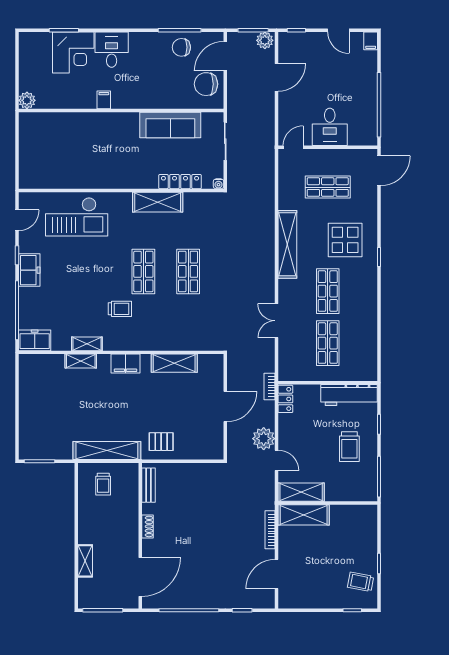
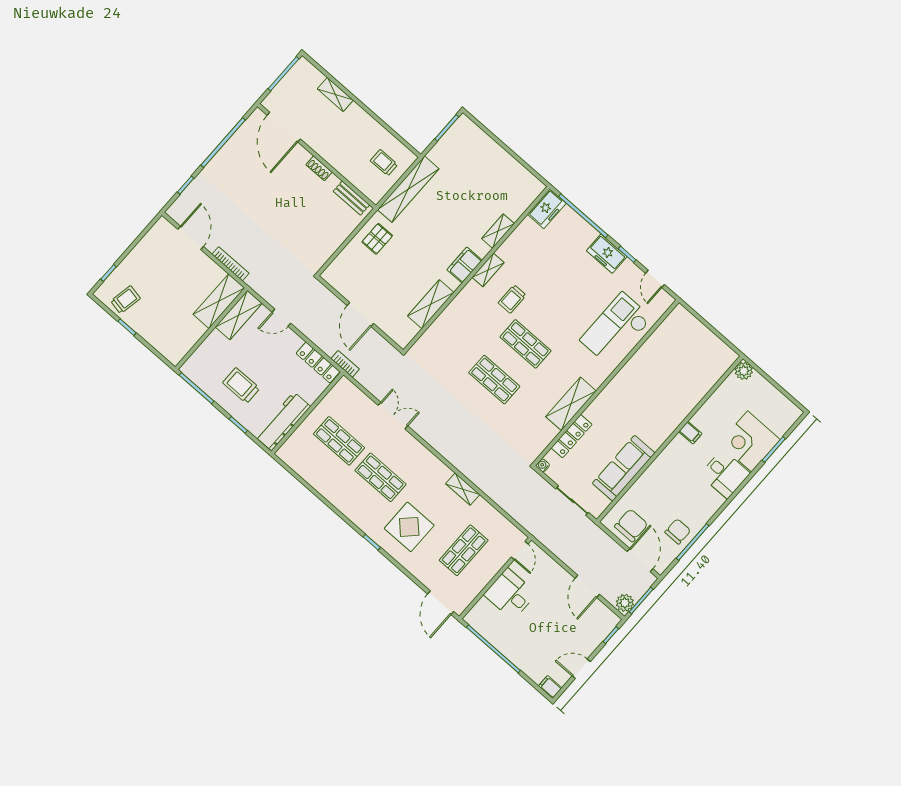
shelving: (287, 244) -> (463, 489), width x0.45, depth x0.75
shelving: (87, 344) -> (488, 270), moved
locker: (285, 399) -> (318, 363), width x1.53
plant: (264, 439) -> (308, 323), removed

